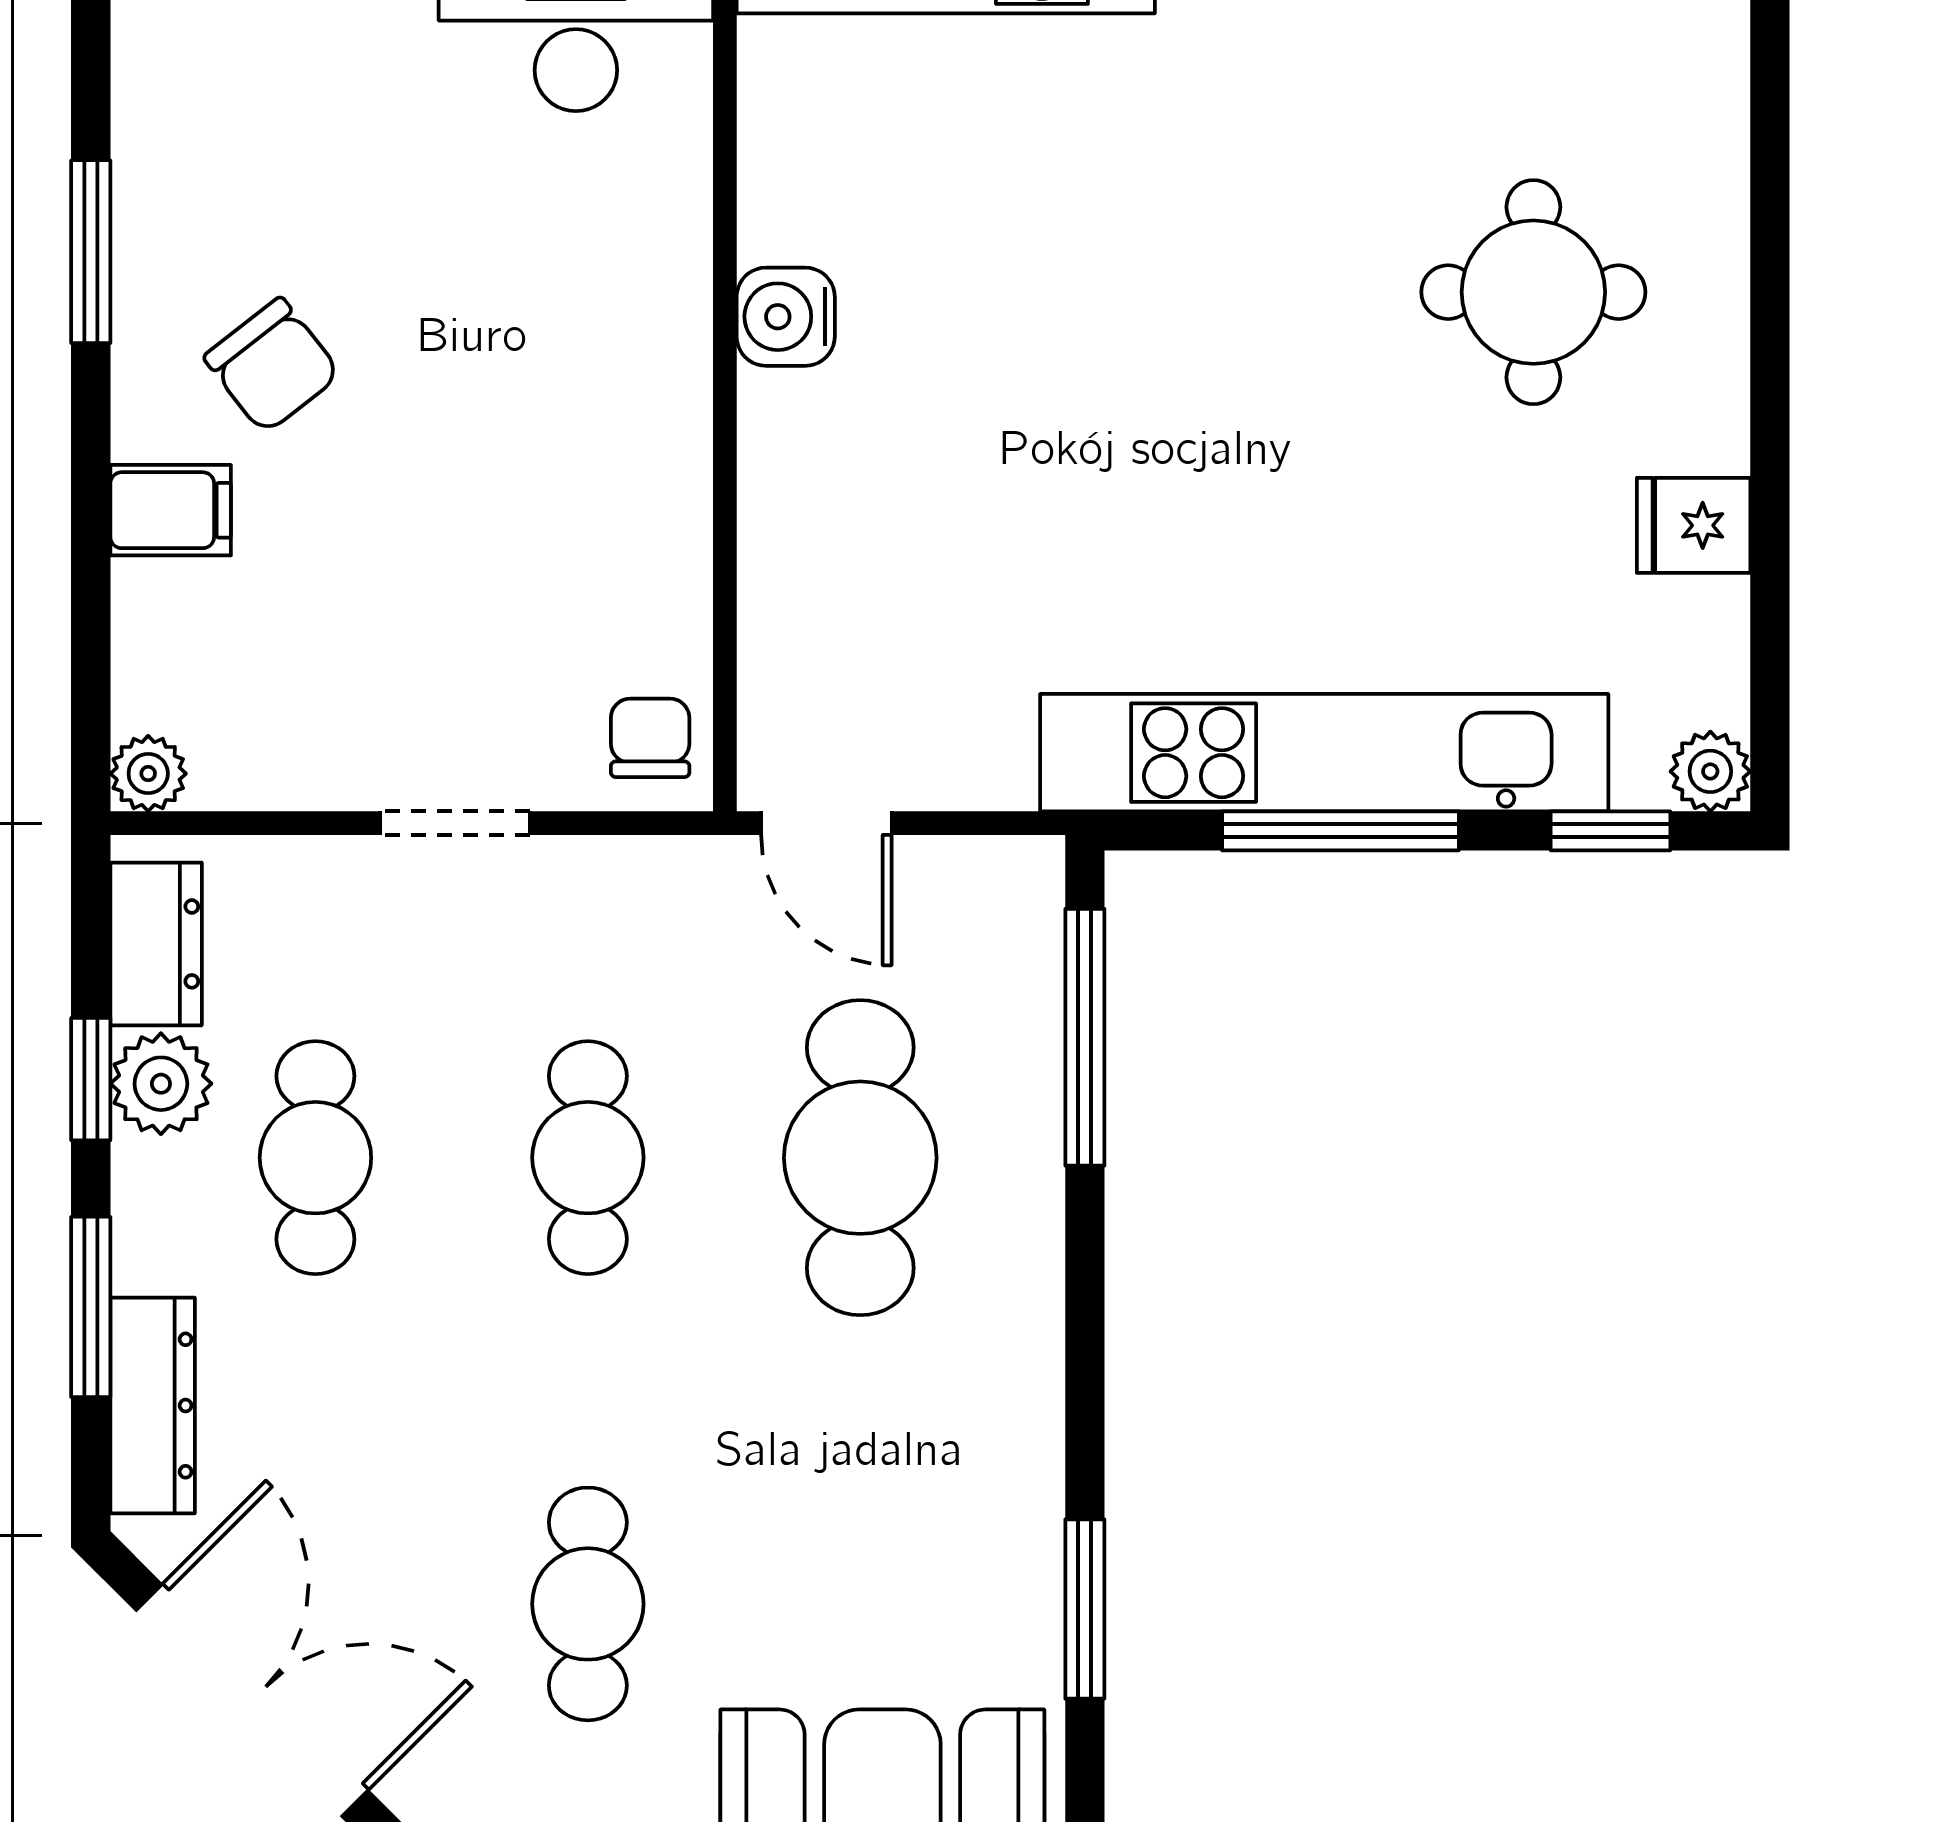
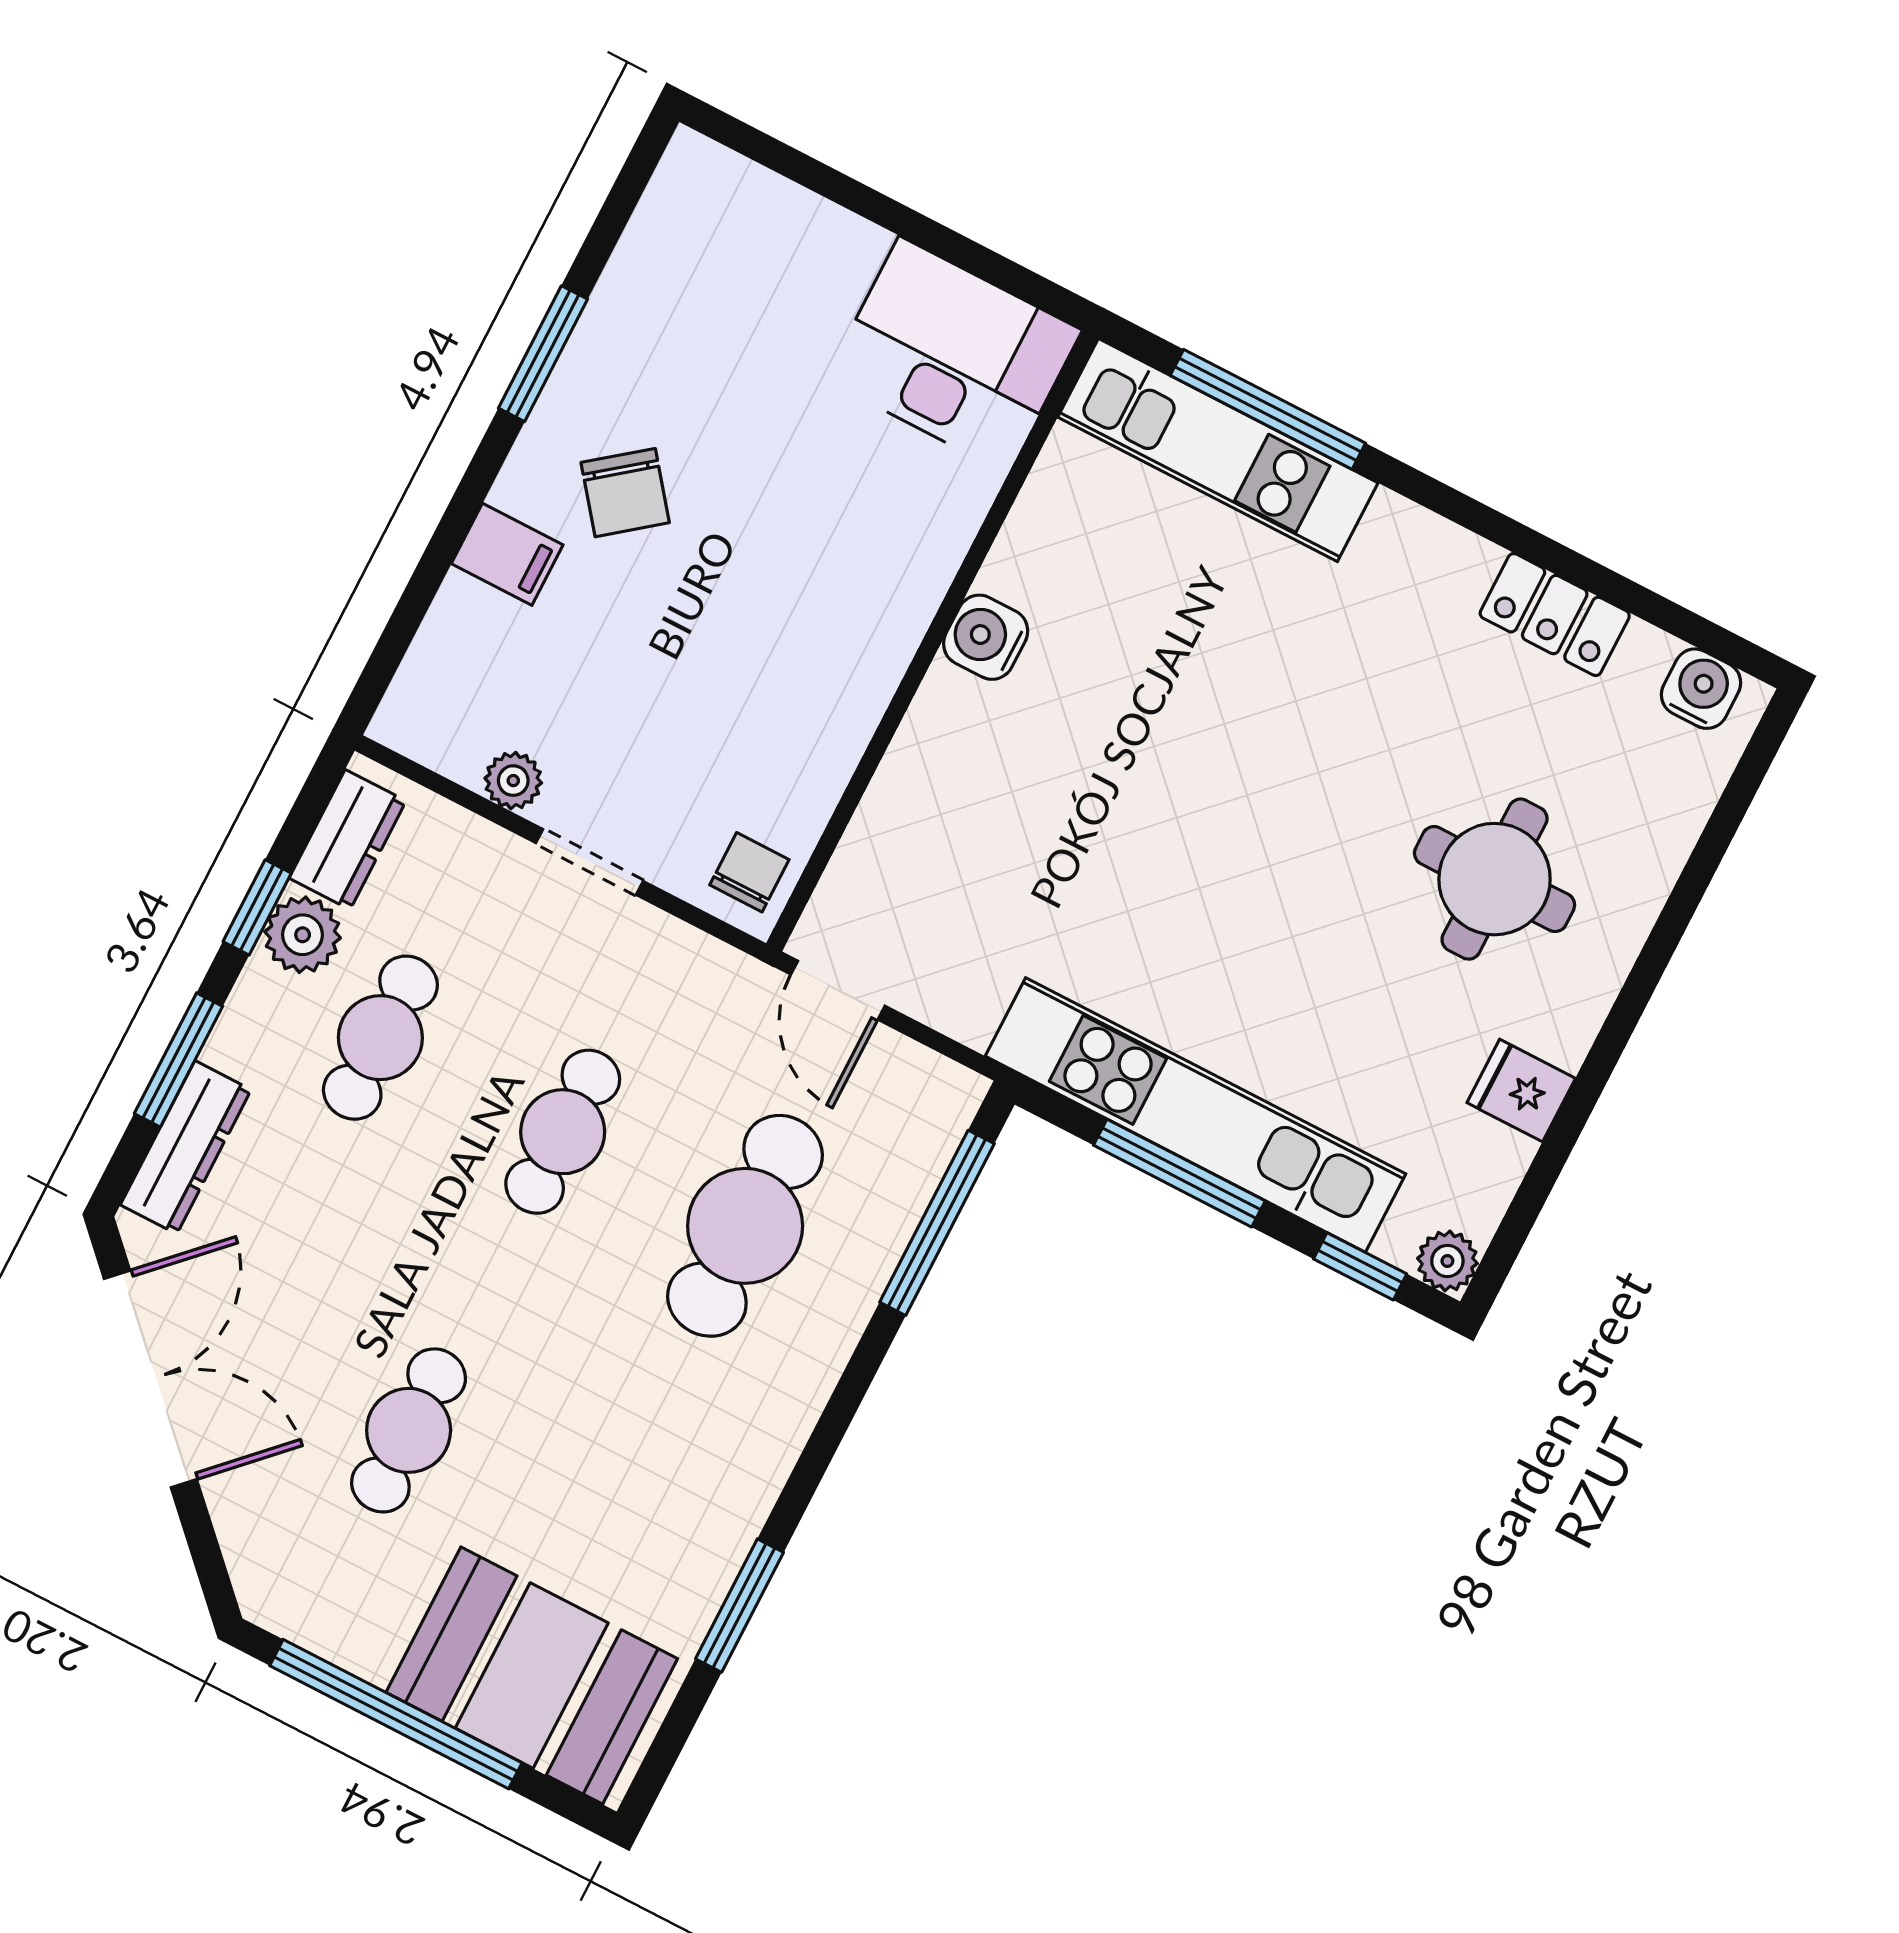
plant: (148, 774) -> (513, 781), moved

